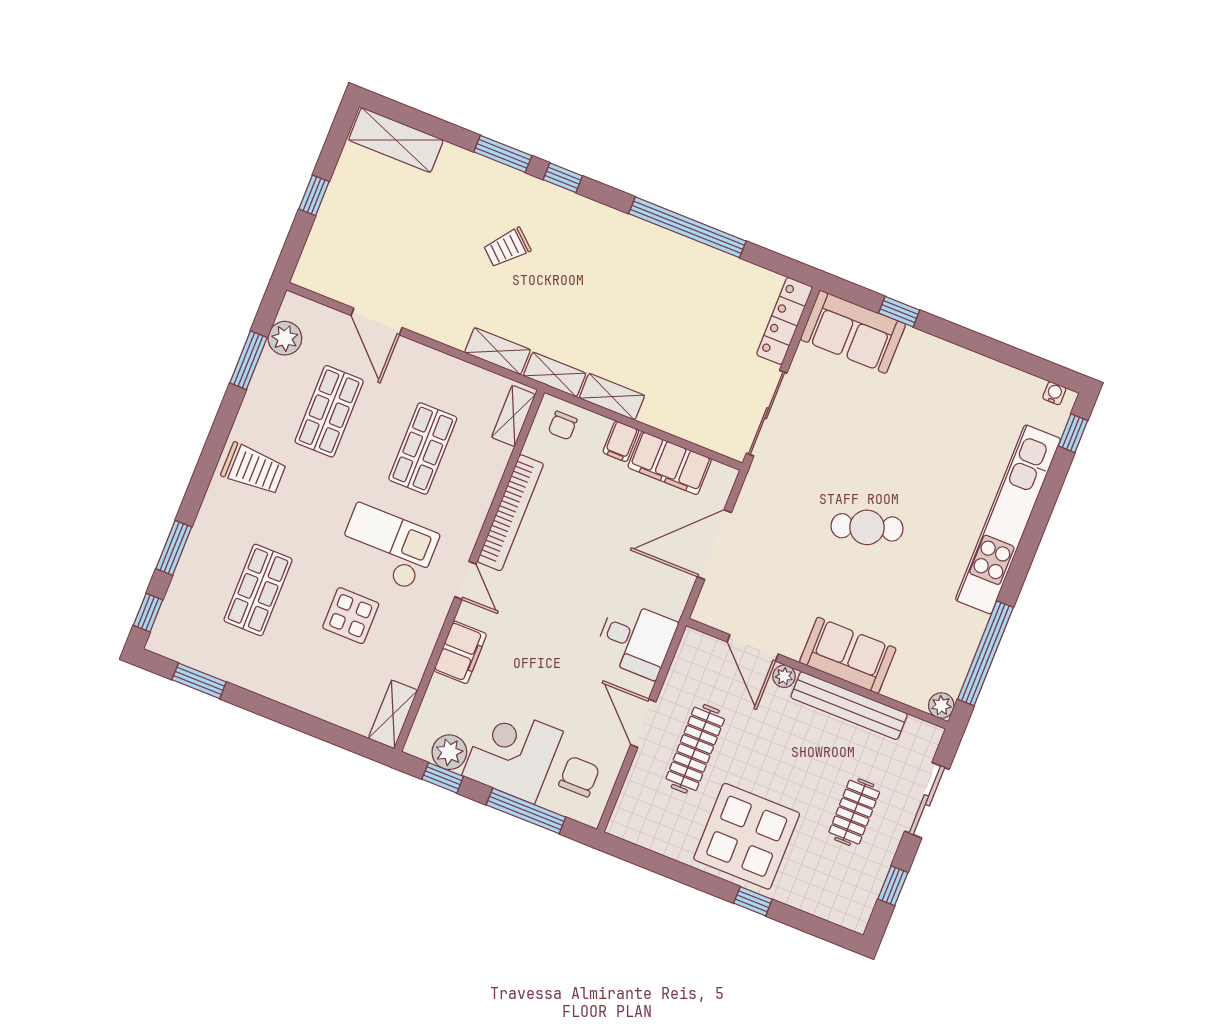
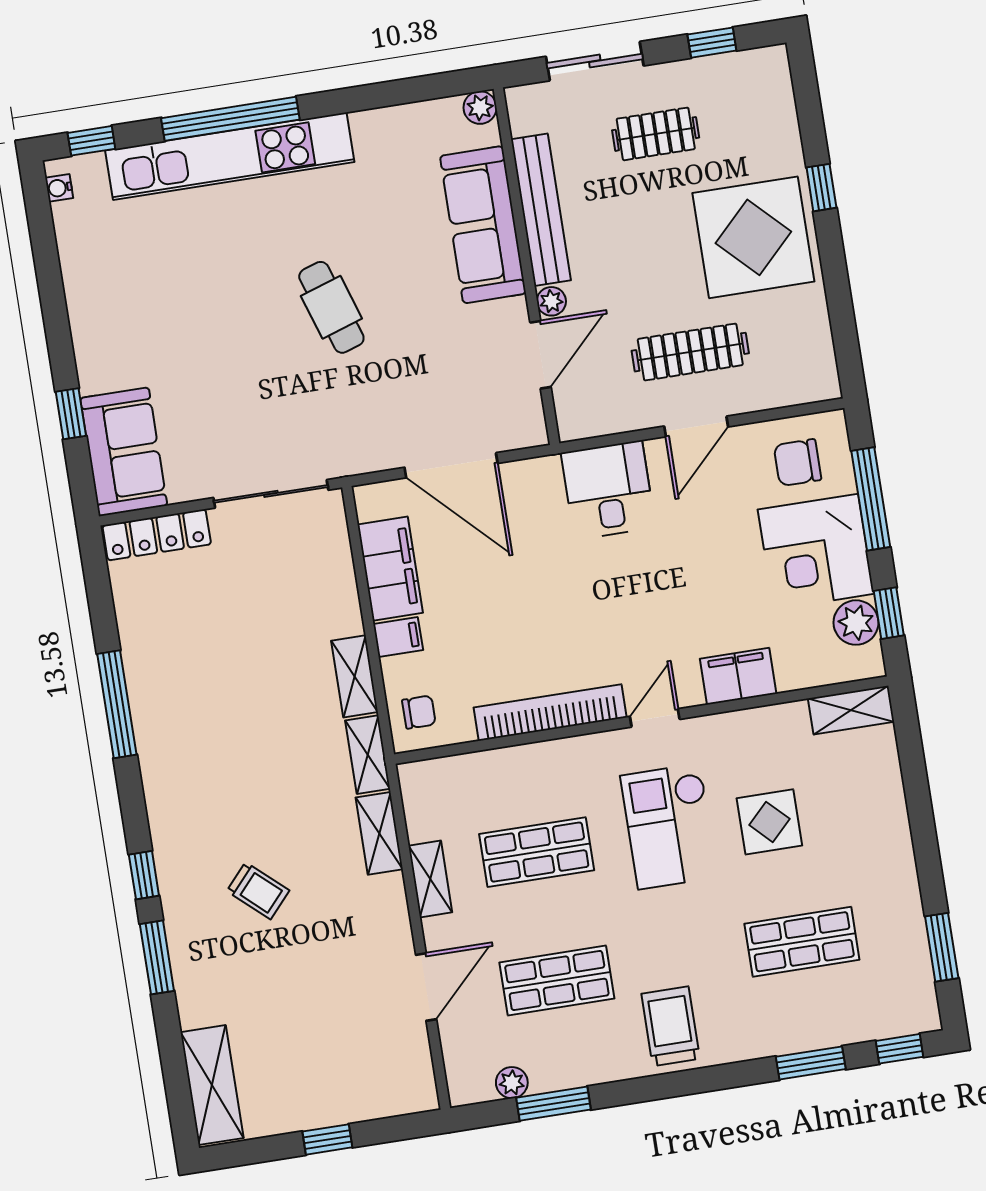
window: (687, 227) -> (117, 704), width x0.68
plant: (285, 338) -> (512, 1083), width x0.73, depth x0.73
shelving: (513, 416) -> (430, 879), moved, turned 90
window: (985, 653) -> (230, 119), moved
sofa: (848, 655) -> (483, 225), width x1.36

